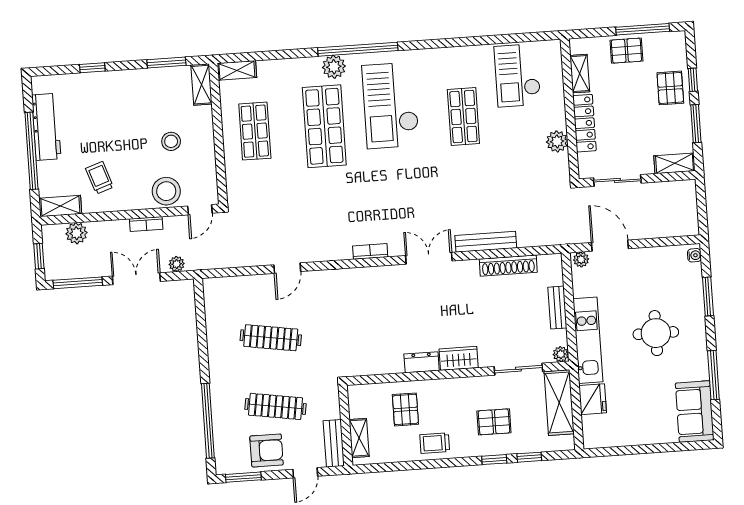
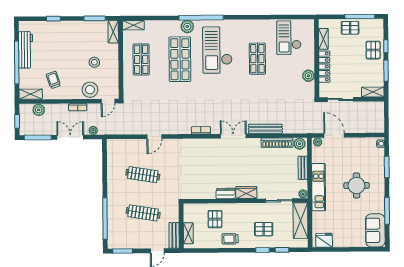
plant: (549, 264) -> (300, 144), added
fridge: (593, 399) -> (324, 240), moved, turned -90
armchair: (267, 450) -> (137, 237), removed

